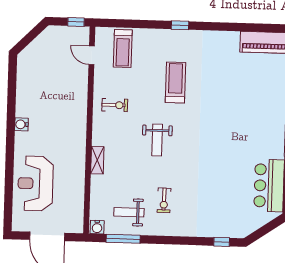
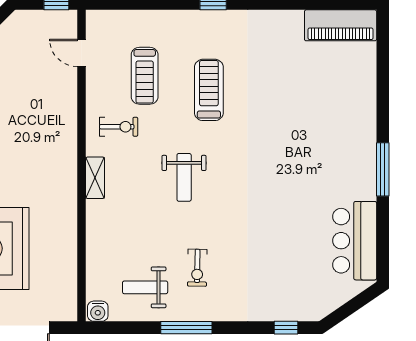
treadmill: (123, 49) -> (145, 76), moved
shelving: (97, 160) -> (95, 178), moved
window: (123, 239) -> (186, 328), moved

